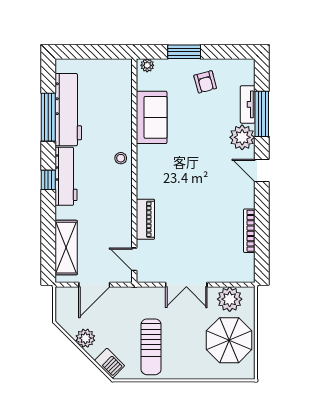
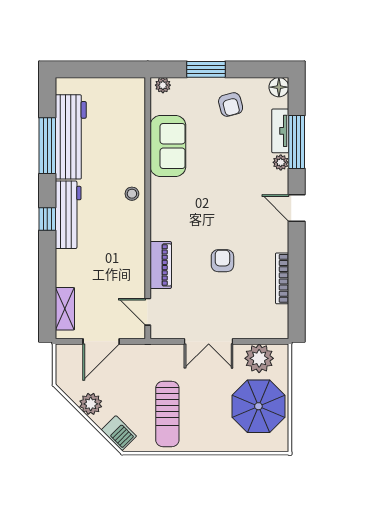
floor lamp: (246, 67) -> (279, 87), added
plant: (242, 137) -> (281, 162), width x0.53, depth x0.53
armchair: (198, 216) -> (222, 261), added
shelving: (66, 248) -> (65, 309), width x0.67, depth x0.75

